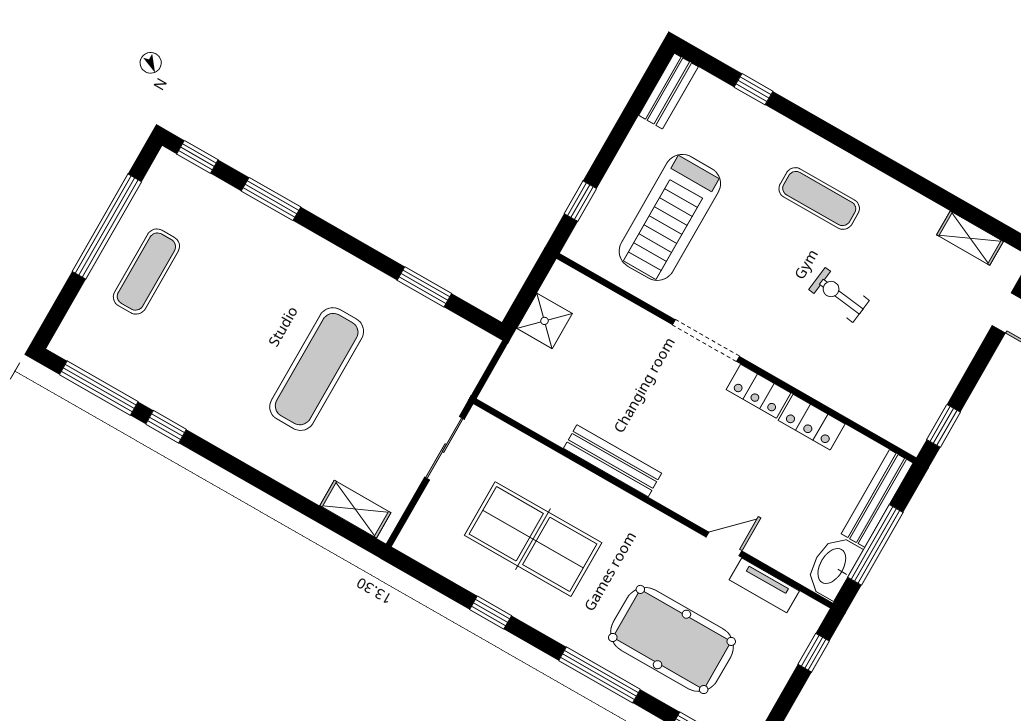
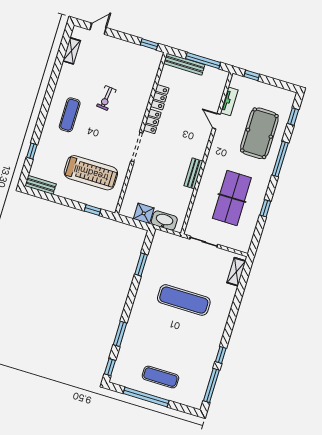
bench: (613, 461) -> (193, 173), width x0.73
washbasin: (833, 567) -> (164, 221), moved, turned 180

